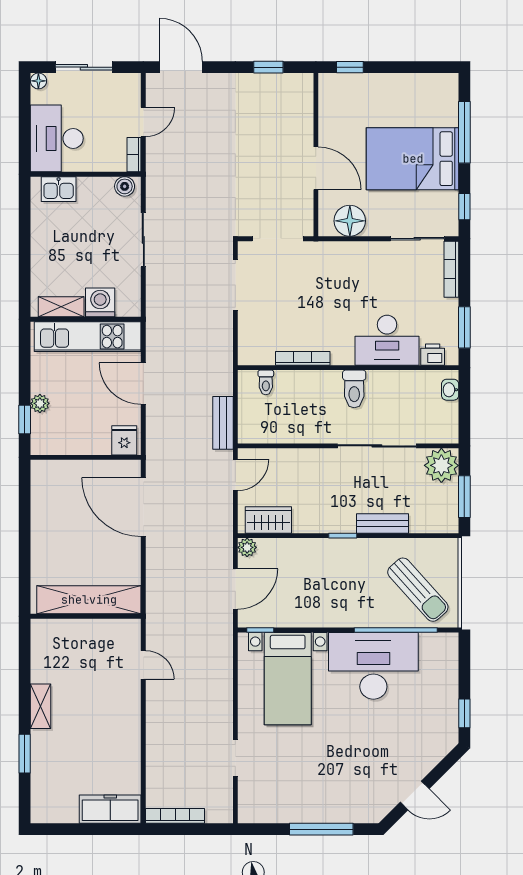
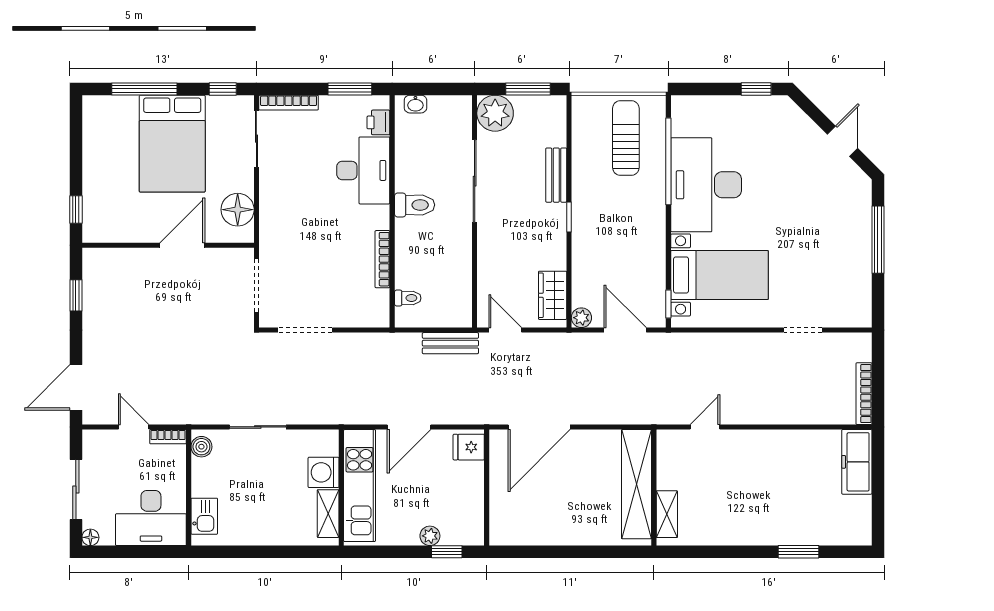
sun lounger: (418, 590) -> (626, 138), turned -48
shelving: (41, 706) -> (667, 514), moved, turned 90

